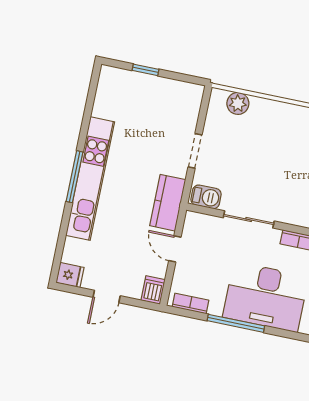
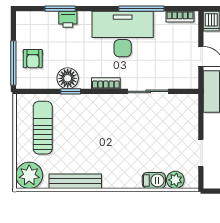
doorway: (195, 151) -> (201, 153), moved
barbecue: (206, 197) -> (154, 180), moved, turned 180

